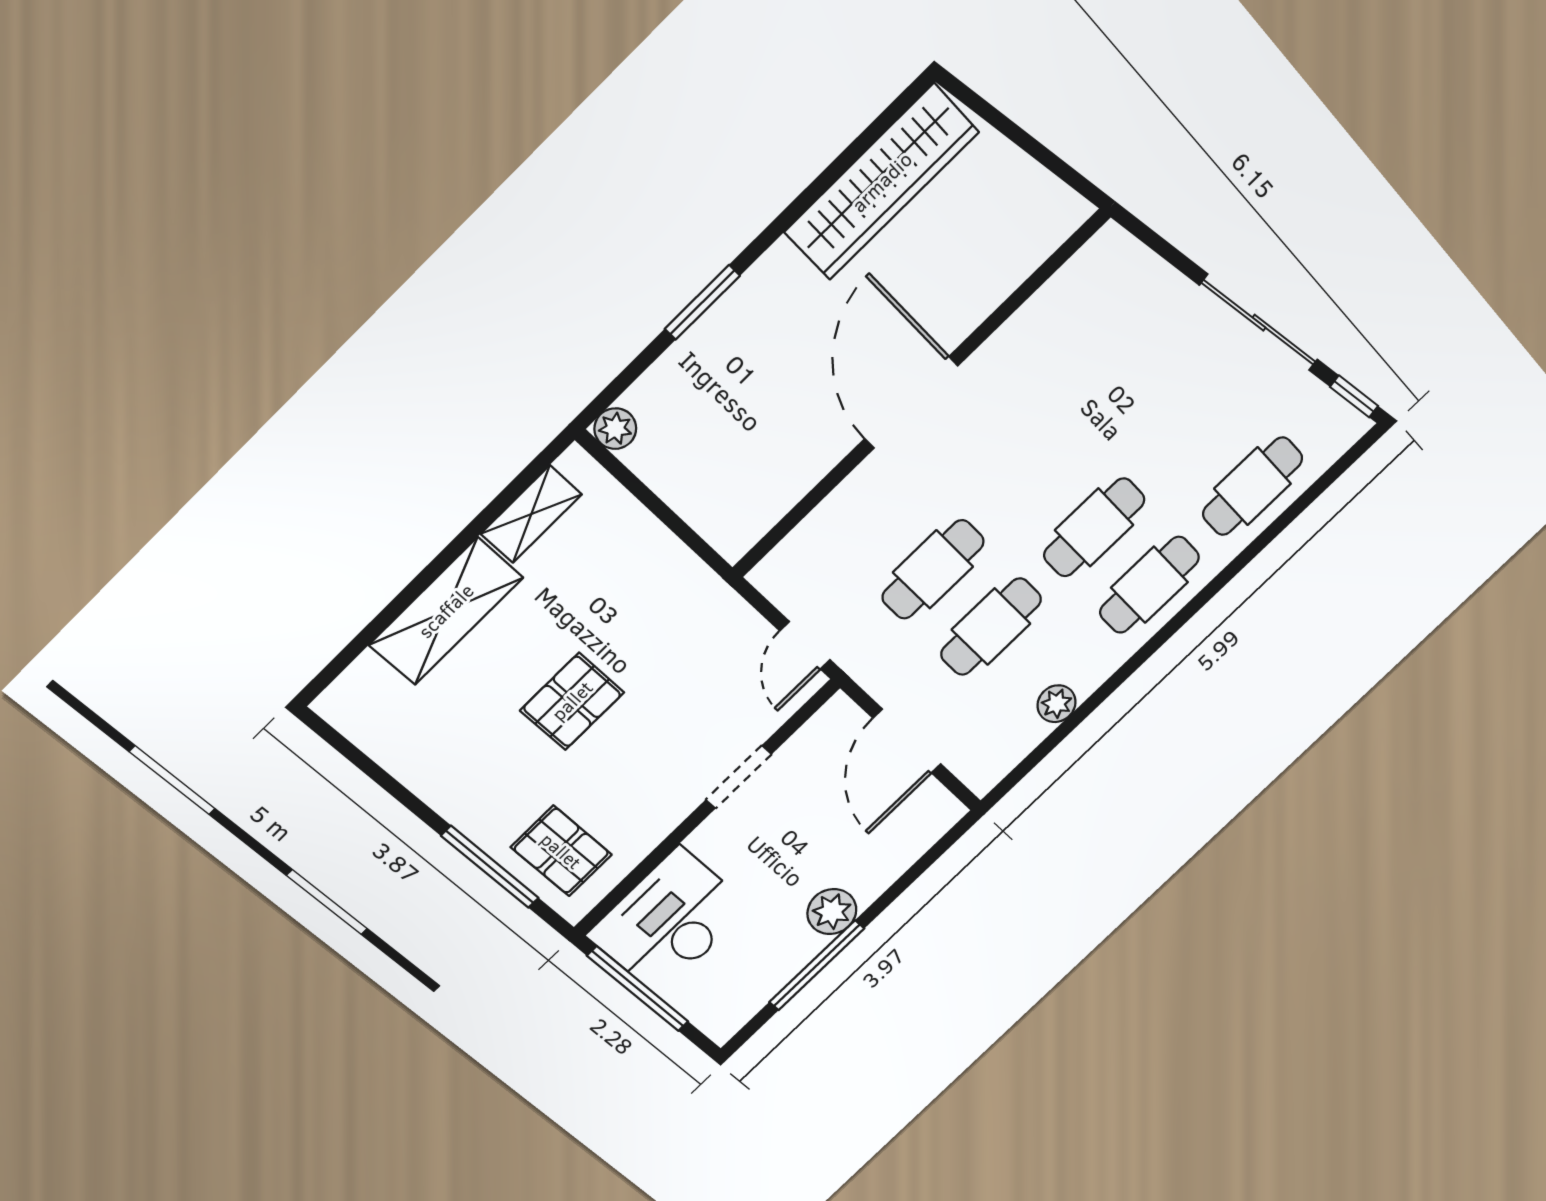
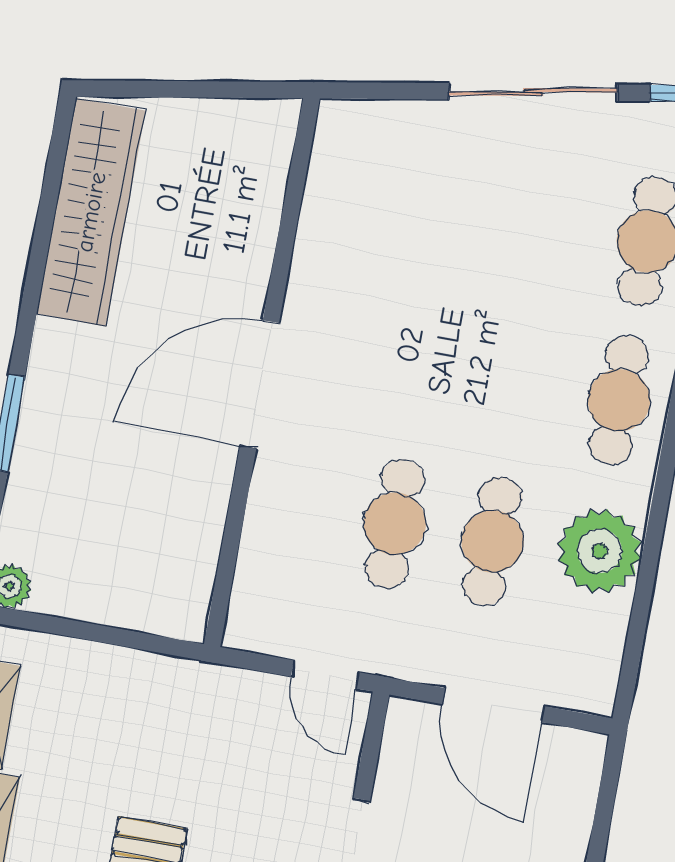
door: (911, 402) -> (259, 384), hinge flipped
cafe table: (1094, 527) -> (521, 383), removed
plant: (1057, 704) -> (600, 551), width x1.87, depth x1.87

